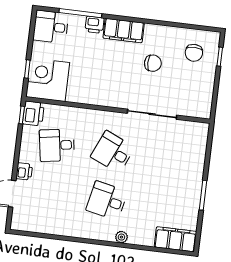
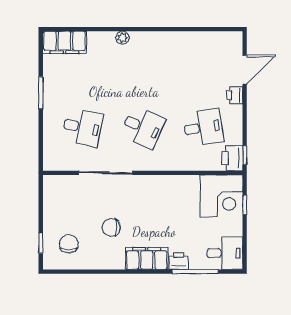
desk: (107, 201) -> (82, 127), moved

